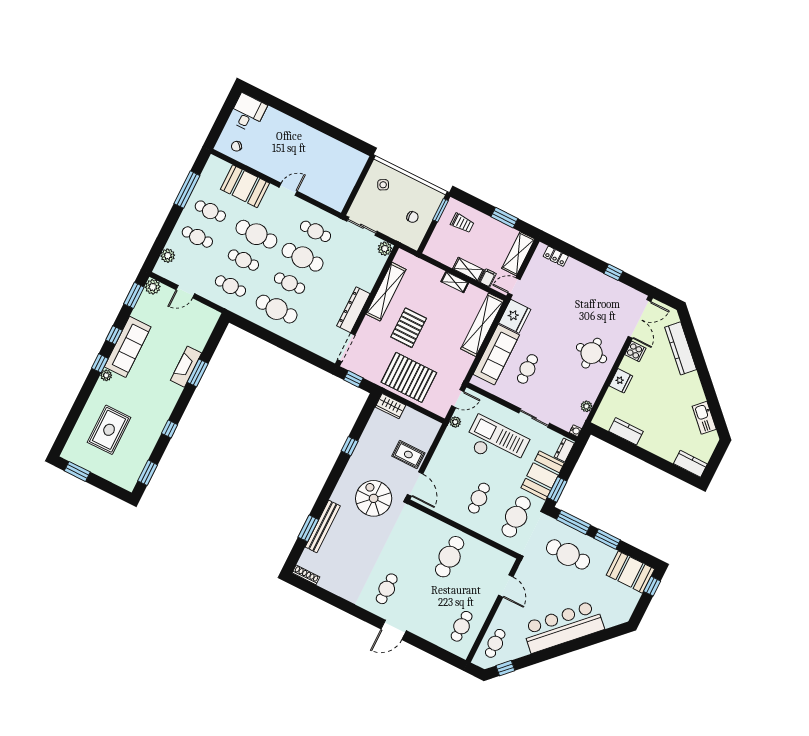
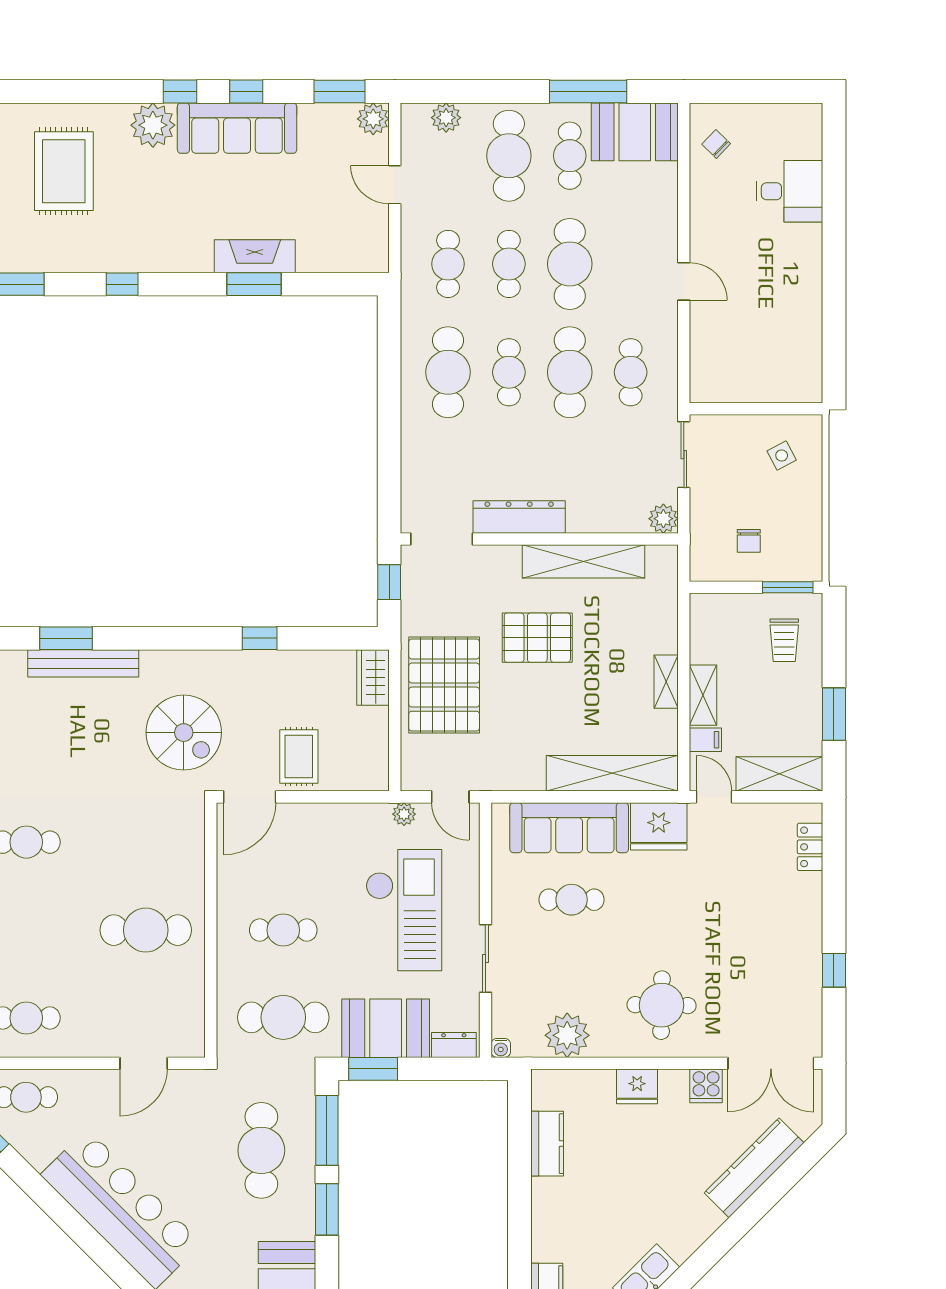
desk: (248, 113) -> (789, 191), moved
booth: (245, 186) -> (635, 132), moved, turned 90
cafe table: (197, 237) -> (509, 156), width x1.37, depth x1.35
plant: (106, 375) -> (153, 125), width x1.87, depth x1.87
plant: (586, 406) -> (567, 1035), width x1.88, depth x1.88
rug: (109, 430) -> (64, 171), turned 90
spiral stairs: (374, 498) -> (184, 733), turned 90

